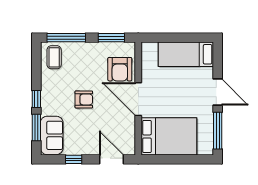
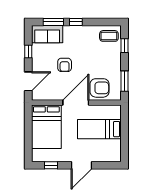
window: (66, 38) -> (124, 46), width x0.46
bed: (186, 54) -> (99, 129), moved, turned -90
armchair: (120, 69) -> (100, 88), turned 180
armchair: (84, 99) -> (65, 65), moved
window: (218, 131) -> (51, 165), width x0.46

